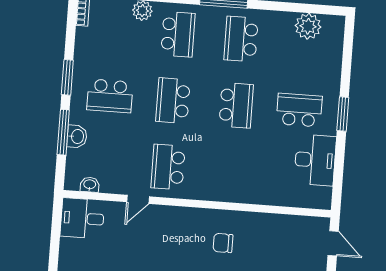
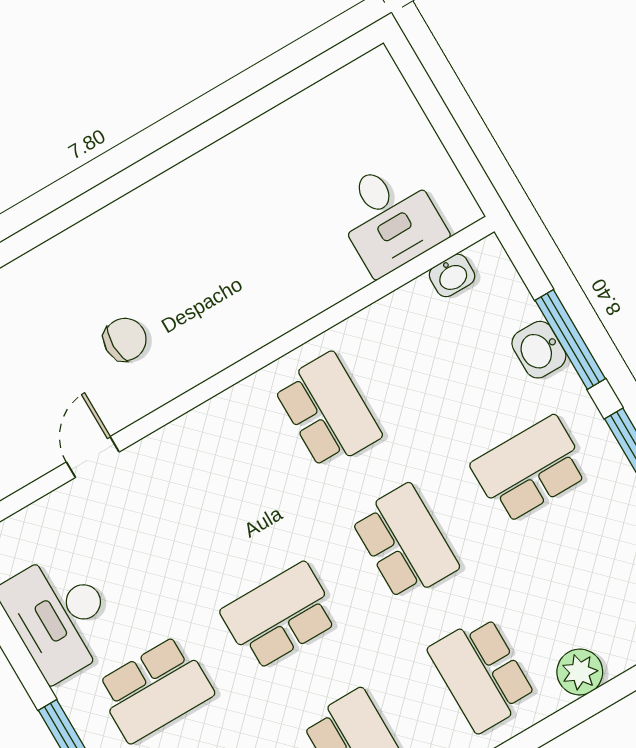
school desk: (236, 105) -> (280, 616), turned 90
door: (138, 199) -> (93, 457), moved
desk: (82, 218) -> (389, 218), moved, turned 90

